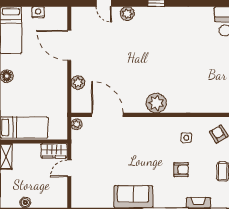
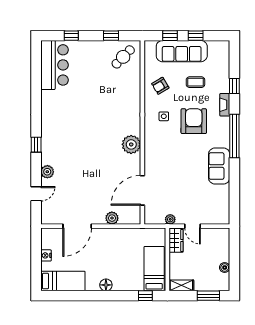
plant: (77, 124) -> (170, 219), moved
armchair: (181, 170) -> (194, 121), width x1.88, depth x1.88

